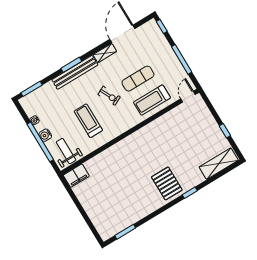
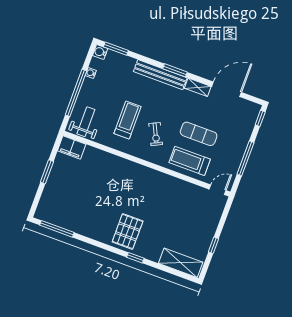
window: (71, 65) -> (175, 70), moved
exercise bike: (109, 96) -> (156, 134), moved
water cooler: (45, 135) -> (100, 52), moved
window: (79, 207) -> (47, 172), added
window: (125, 232) -> (57, 229), width x1.44

